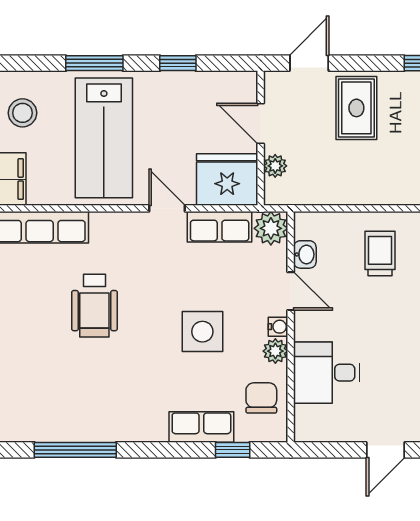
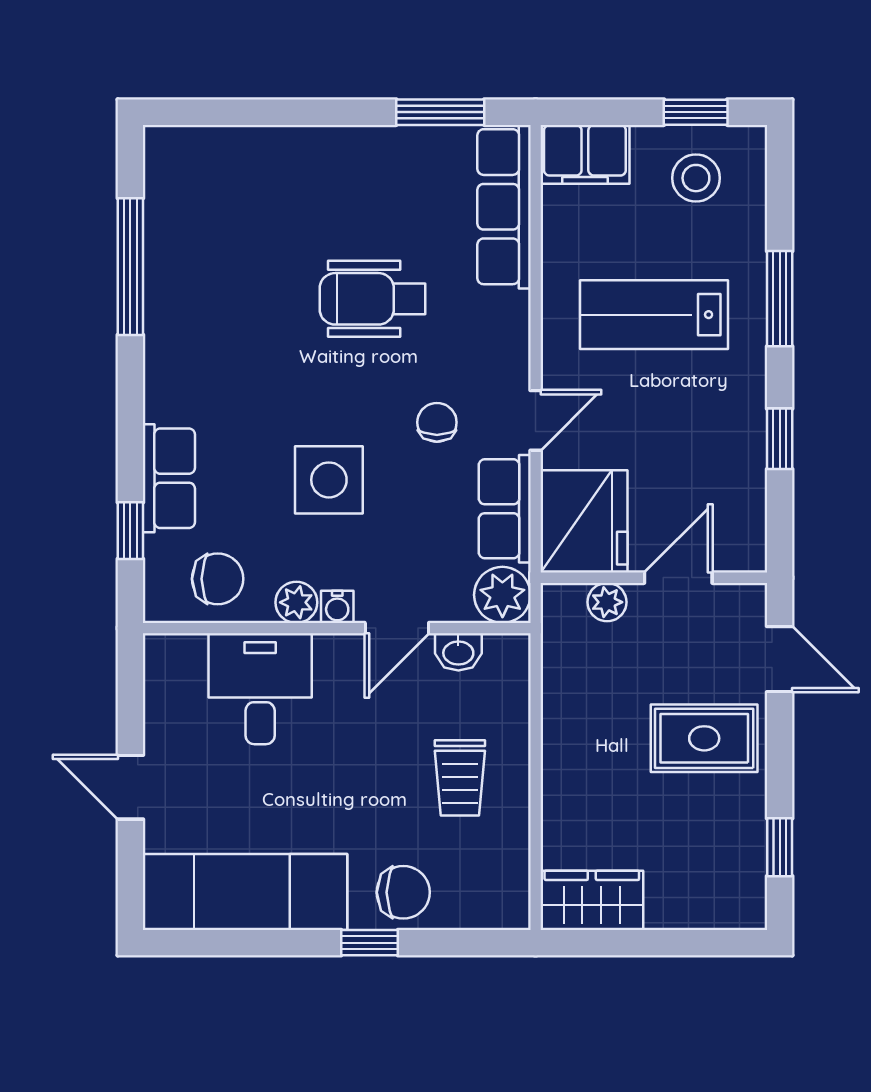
lab bench: (104, 138) -> (654, 315), width x0.73, depth x0.72
trolley: (380, 254) -> (460, 778), turned 90
chair: (168, 267) -> (437, 422), added

